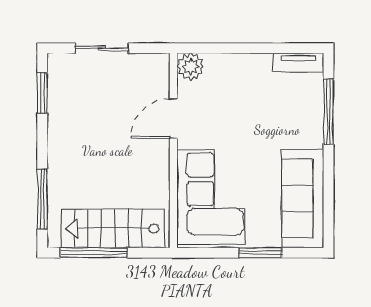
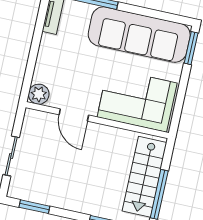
sofa: (303, 199) -> (139, 35), width x1.36, depth x1.27
window: (260, 253) -> (191, 48), moved

